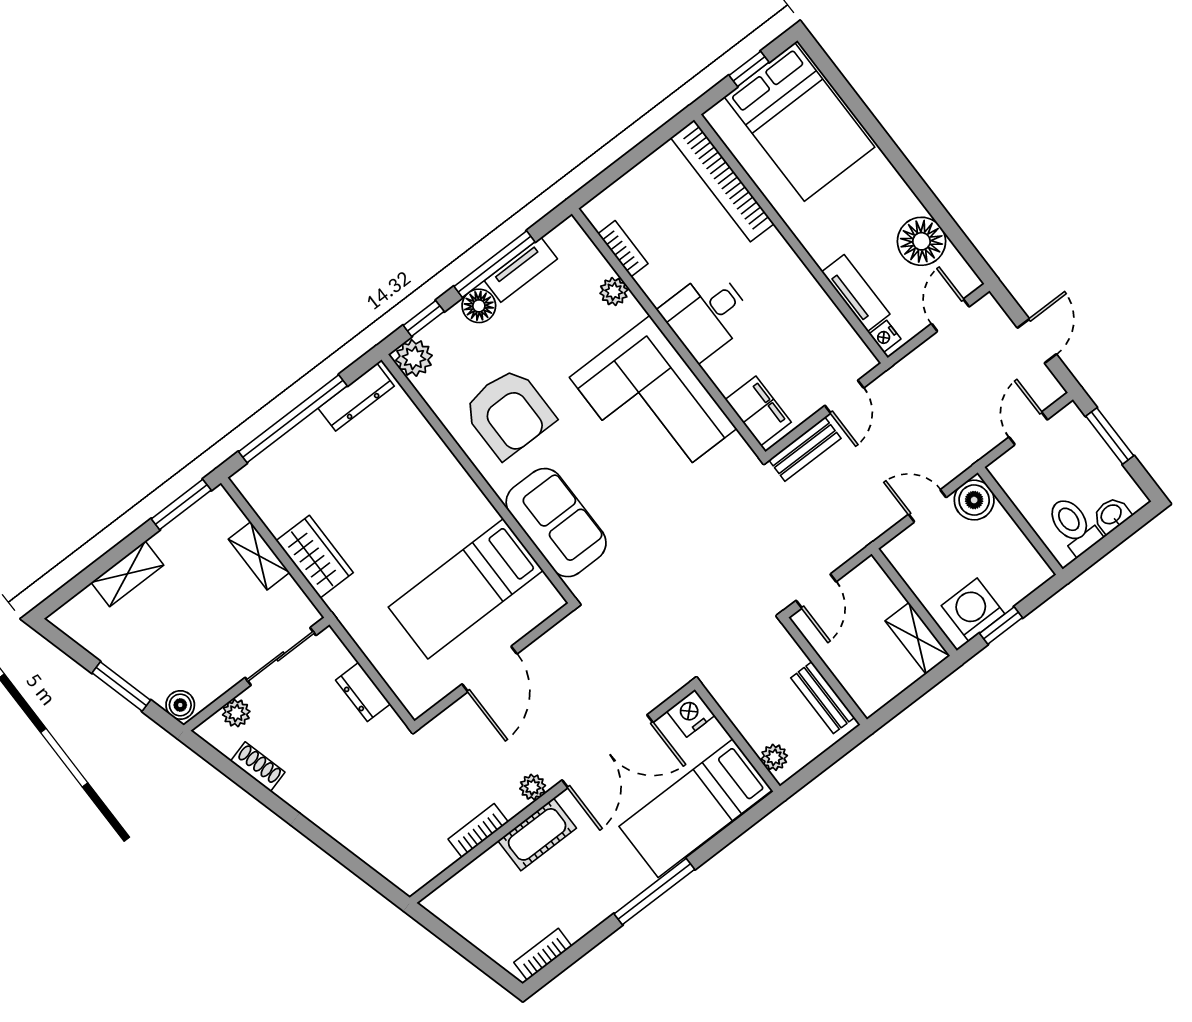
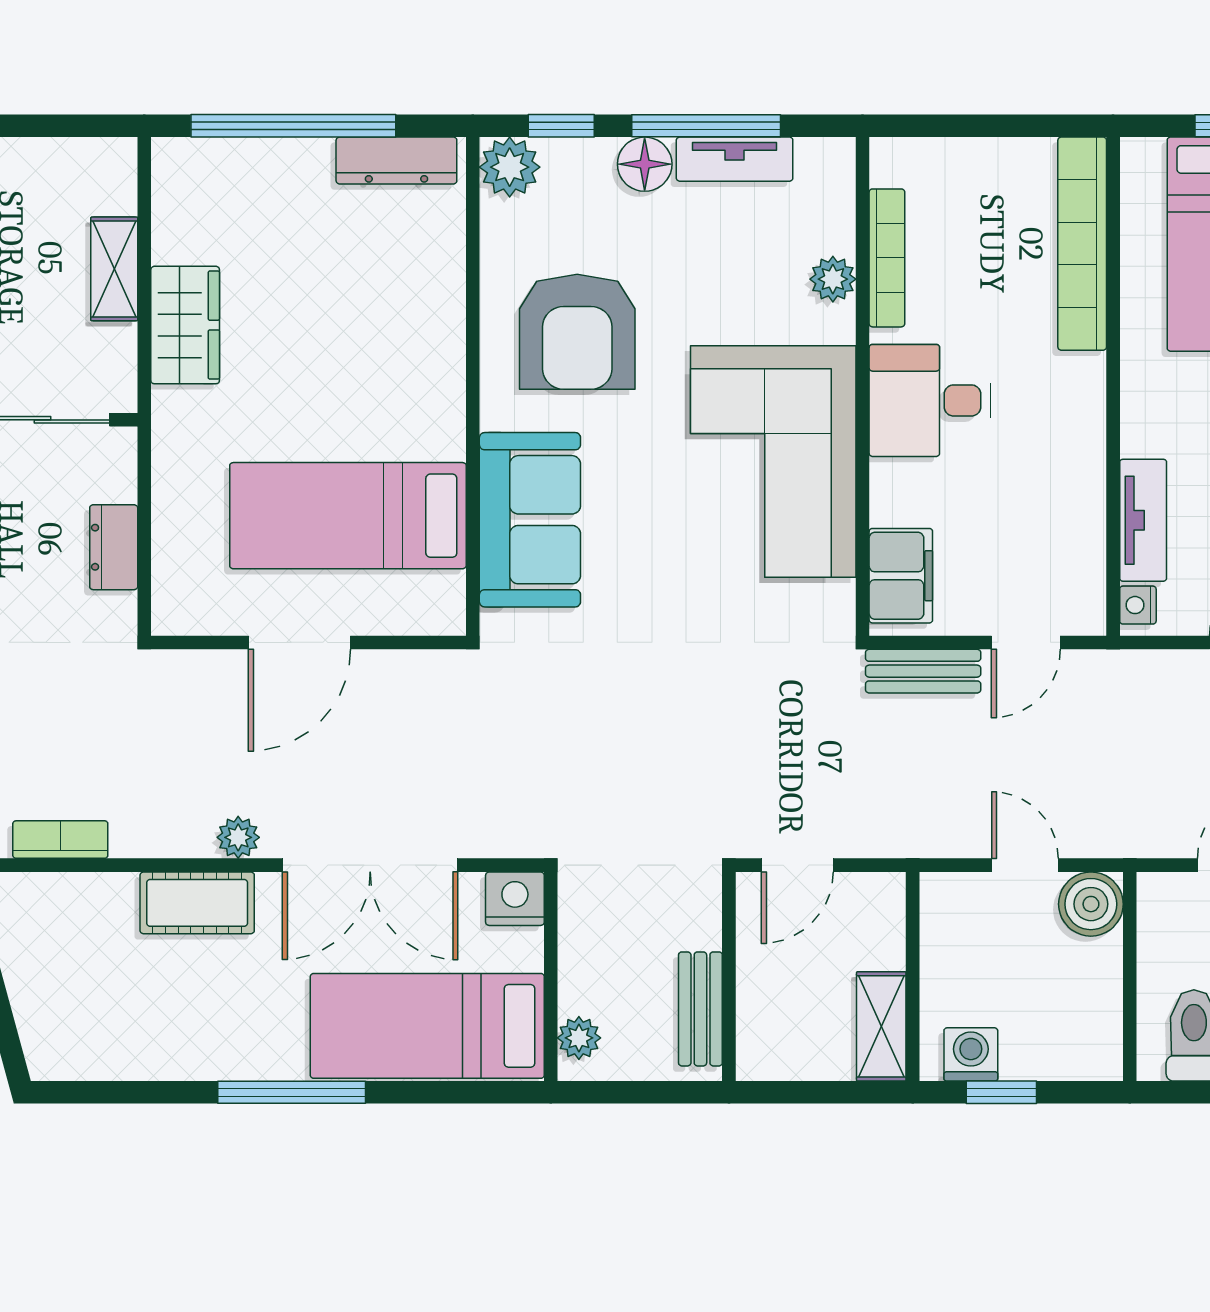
bookcase: (623, 249) -> (887, 258), width x1.56
window: (181, 505) -> (65, 126), removed
washing machine: (973, 610) -> (971, 1054), width x0.73, depth x0.73
bookcase: (478, 831) -> (60, 840), moved
bookcase: (543, 954) -> (86, 1063), removed

